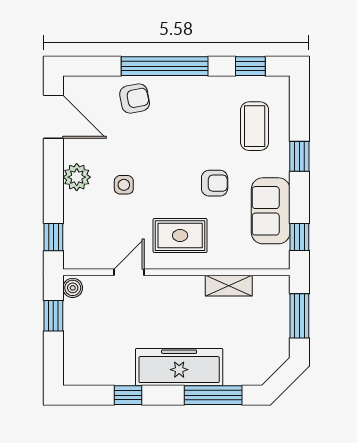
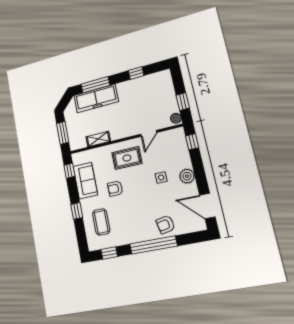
freezer: (179, 367) -> (96, 98), moved

